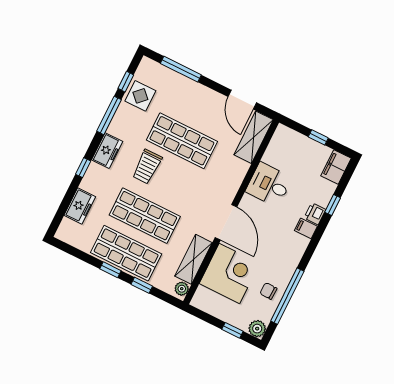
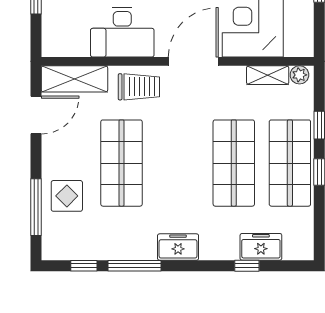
display table: (140, 96) -> (67, 196), moved
trolley: (147, 167) -> (139, 87), moved
window: (83, 168) -> (247, 266), moved
desk: (269, 185) -> (122, 32), width x1.37
shelving: (194, 259) -> (268, 75), width x0.67, depth x0.75

